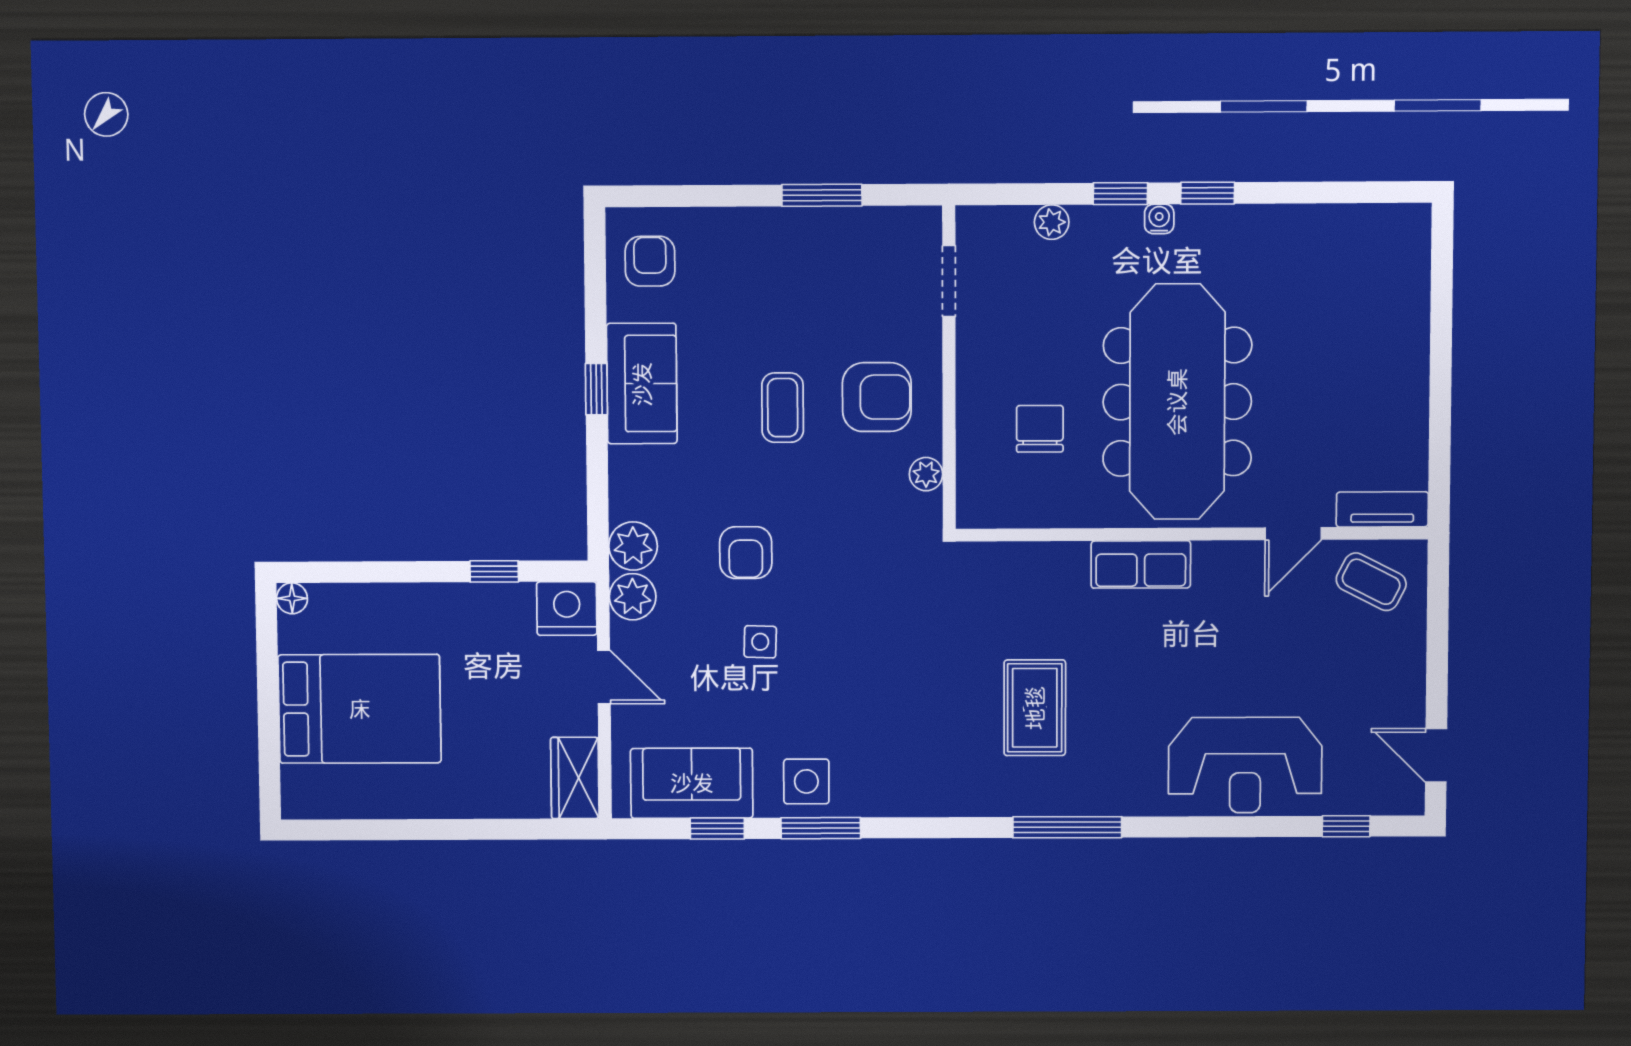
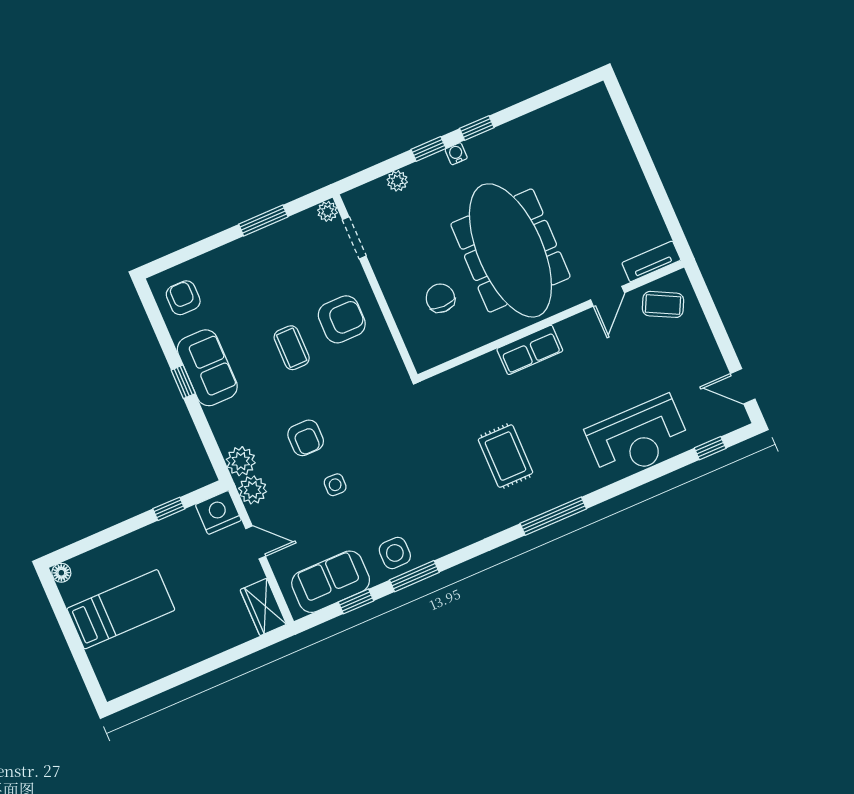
plant: (926, 474) -> (327, 211), moved
bed: (360, 709) -> (121, 609), width x0.67

